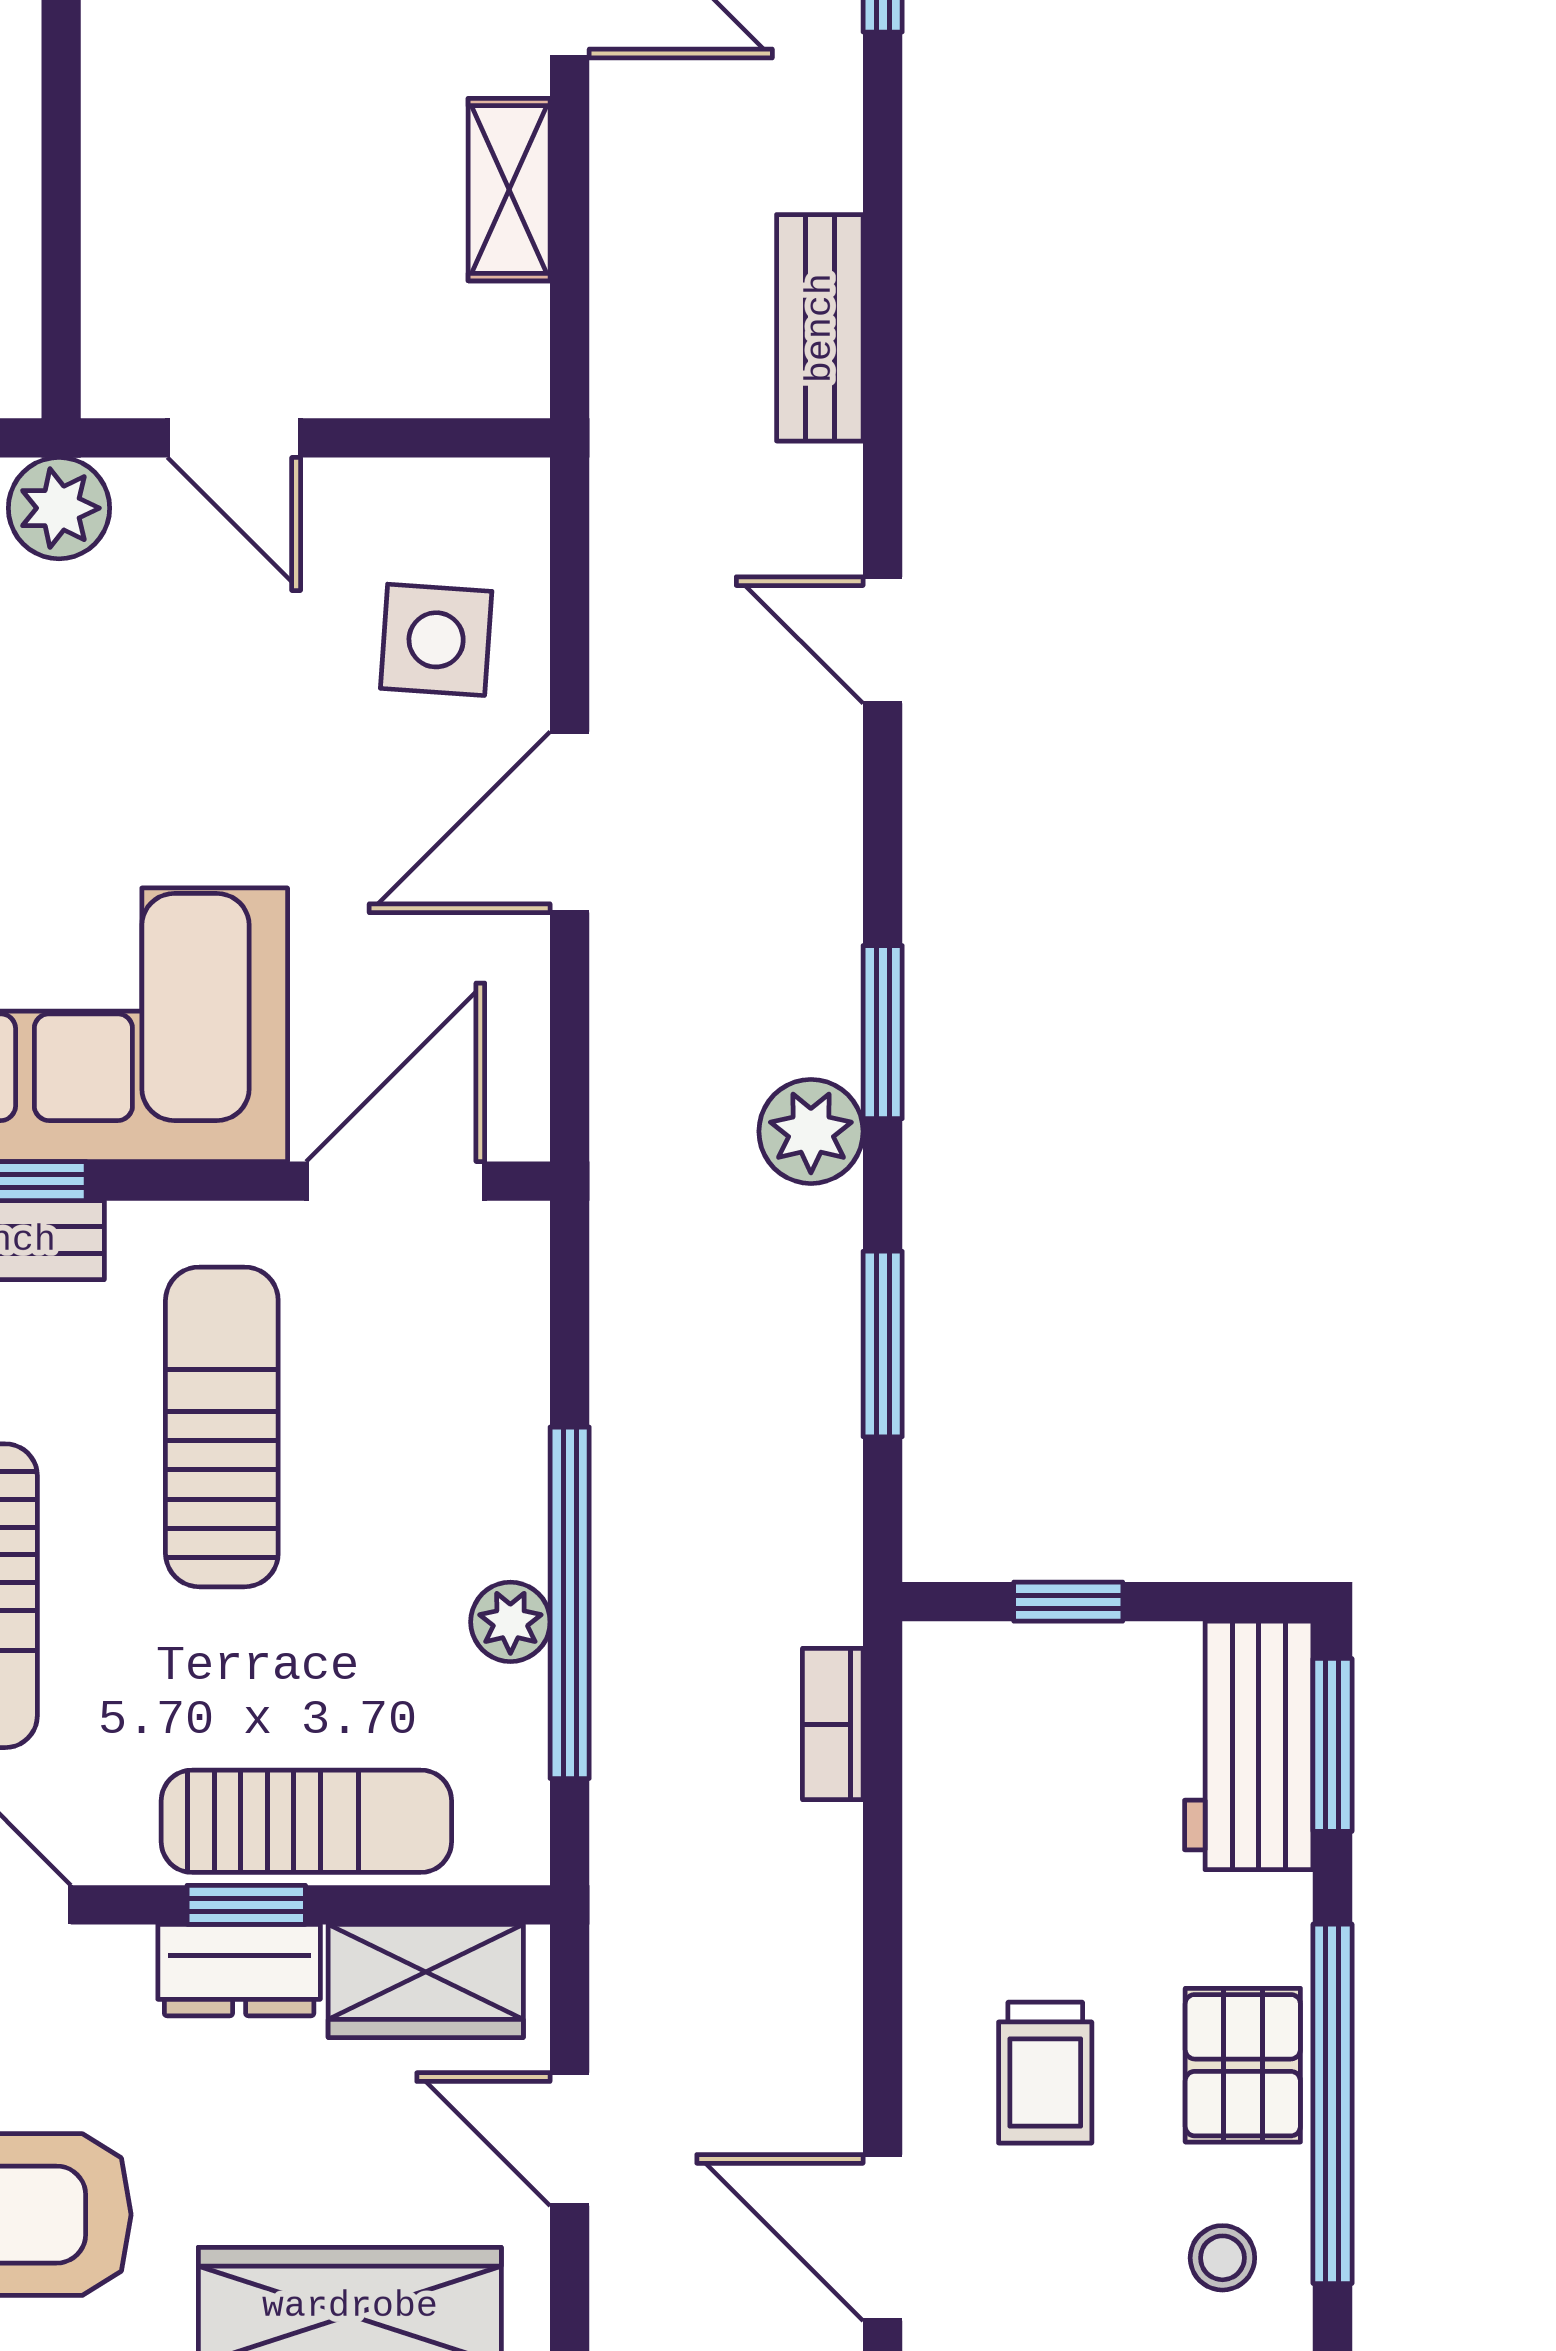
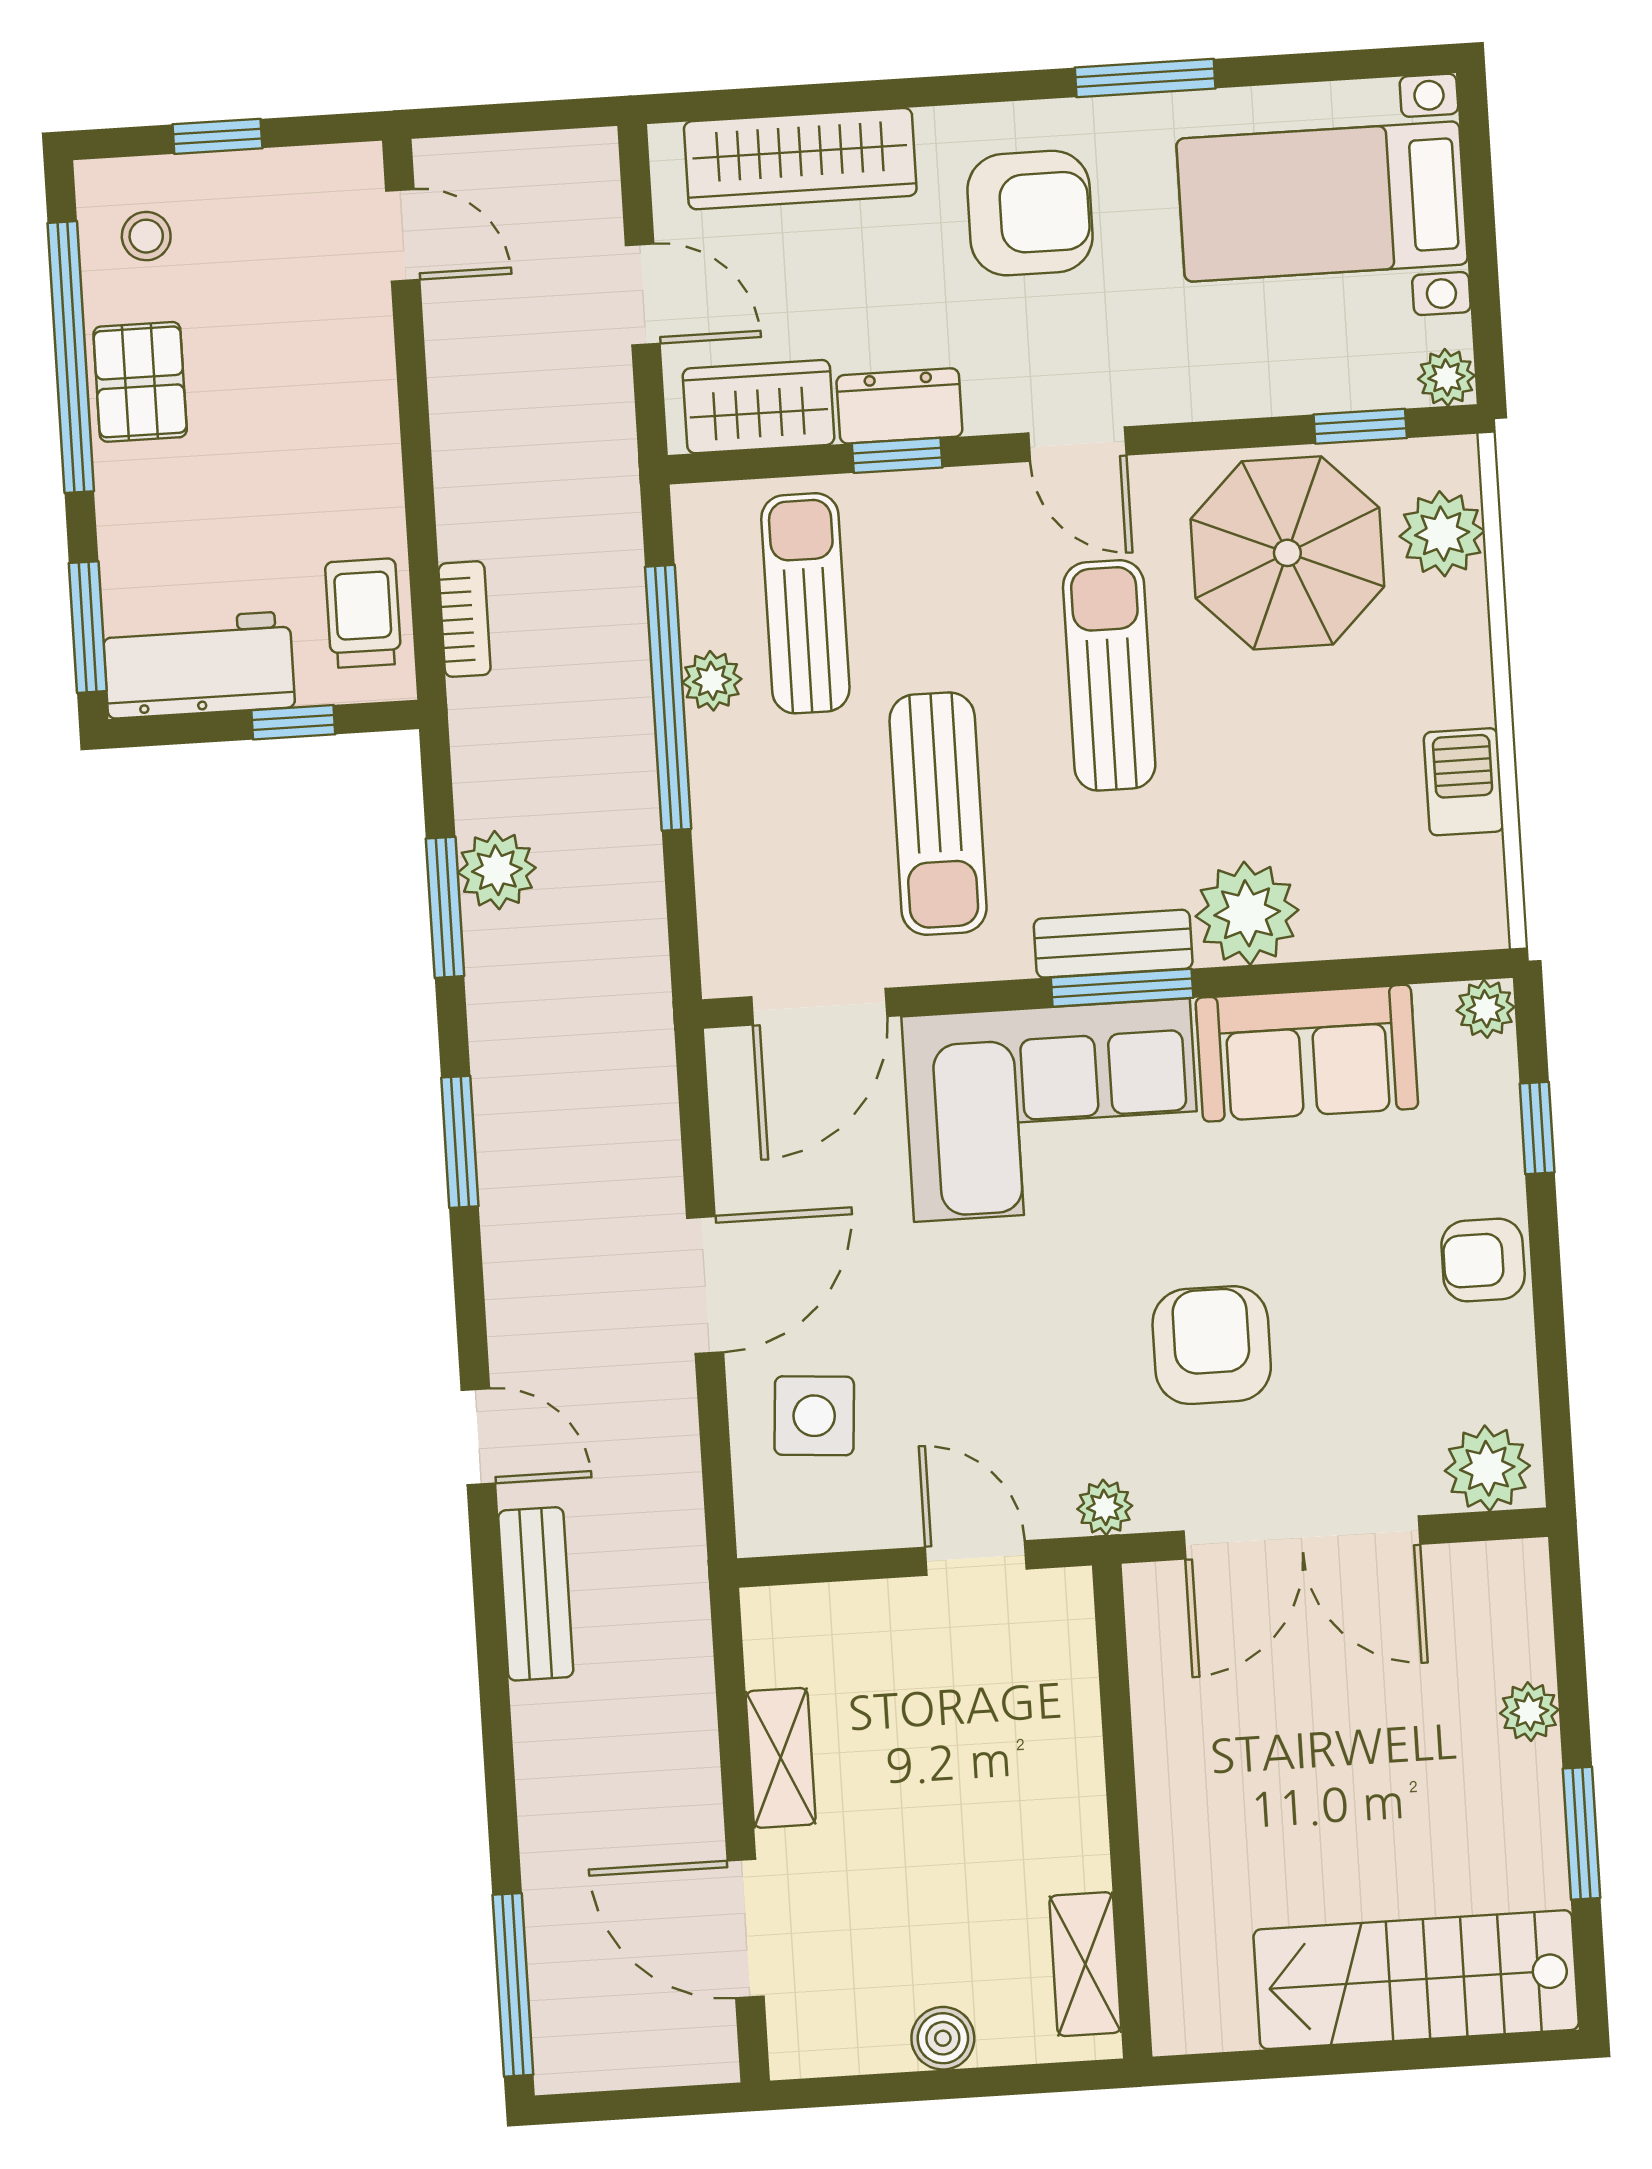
bench: (820, 328) -> (536, 1594), moved
plant: (59, 508) -> (1105, 1507), width x0.73, depth x0.73
plant: (811, 1131) -> (497, 870), moved
workbench: (1249, 1745) -> (199, 665), moved, turned -90
sun lounger: (306, 1821) -> (805, 603), moved, turned 90
trolley: (1045, 2073) -> (363, 613), moved
door: (883, 2238) -> (403, 235), width x0.73

